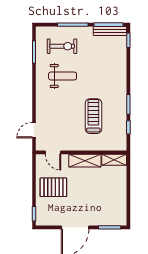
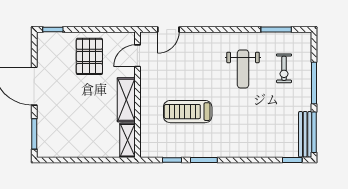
exercise bike: (62, 46) -> (284, 68), width x0.73, depth x0.72
treadmill: (93, 116) -> (188, 112), turned 180
door: (34, 130) -> (168, 30), swing flipped

